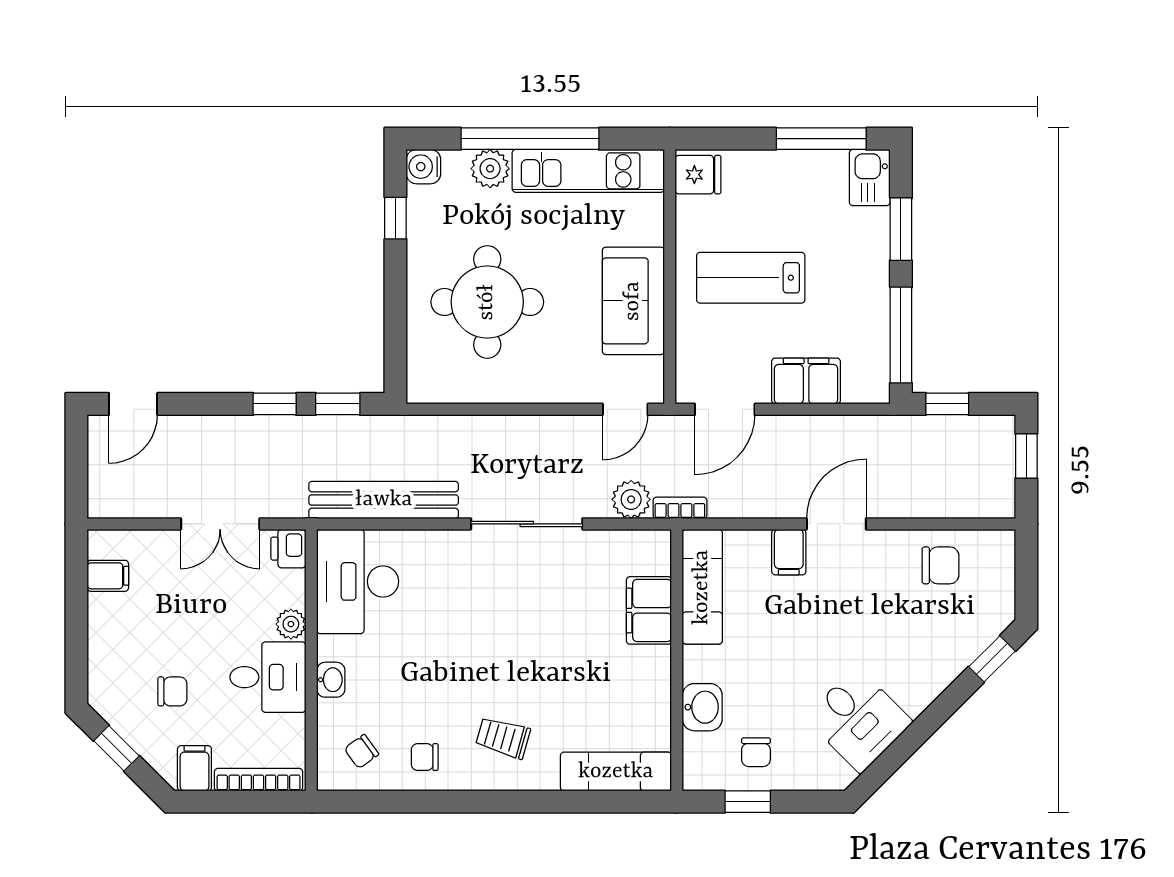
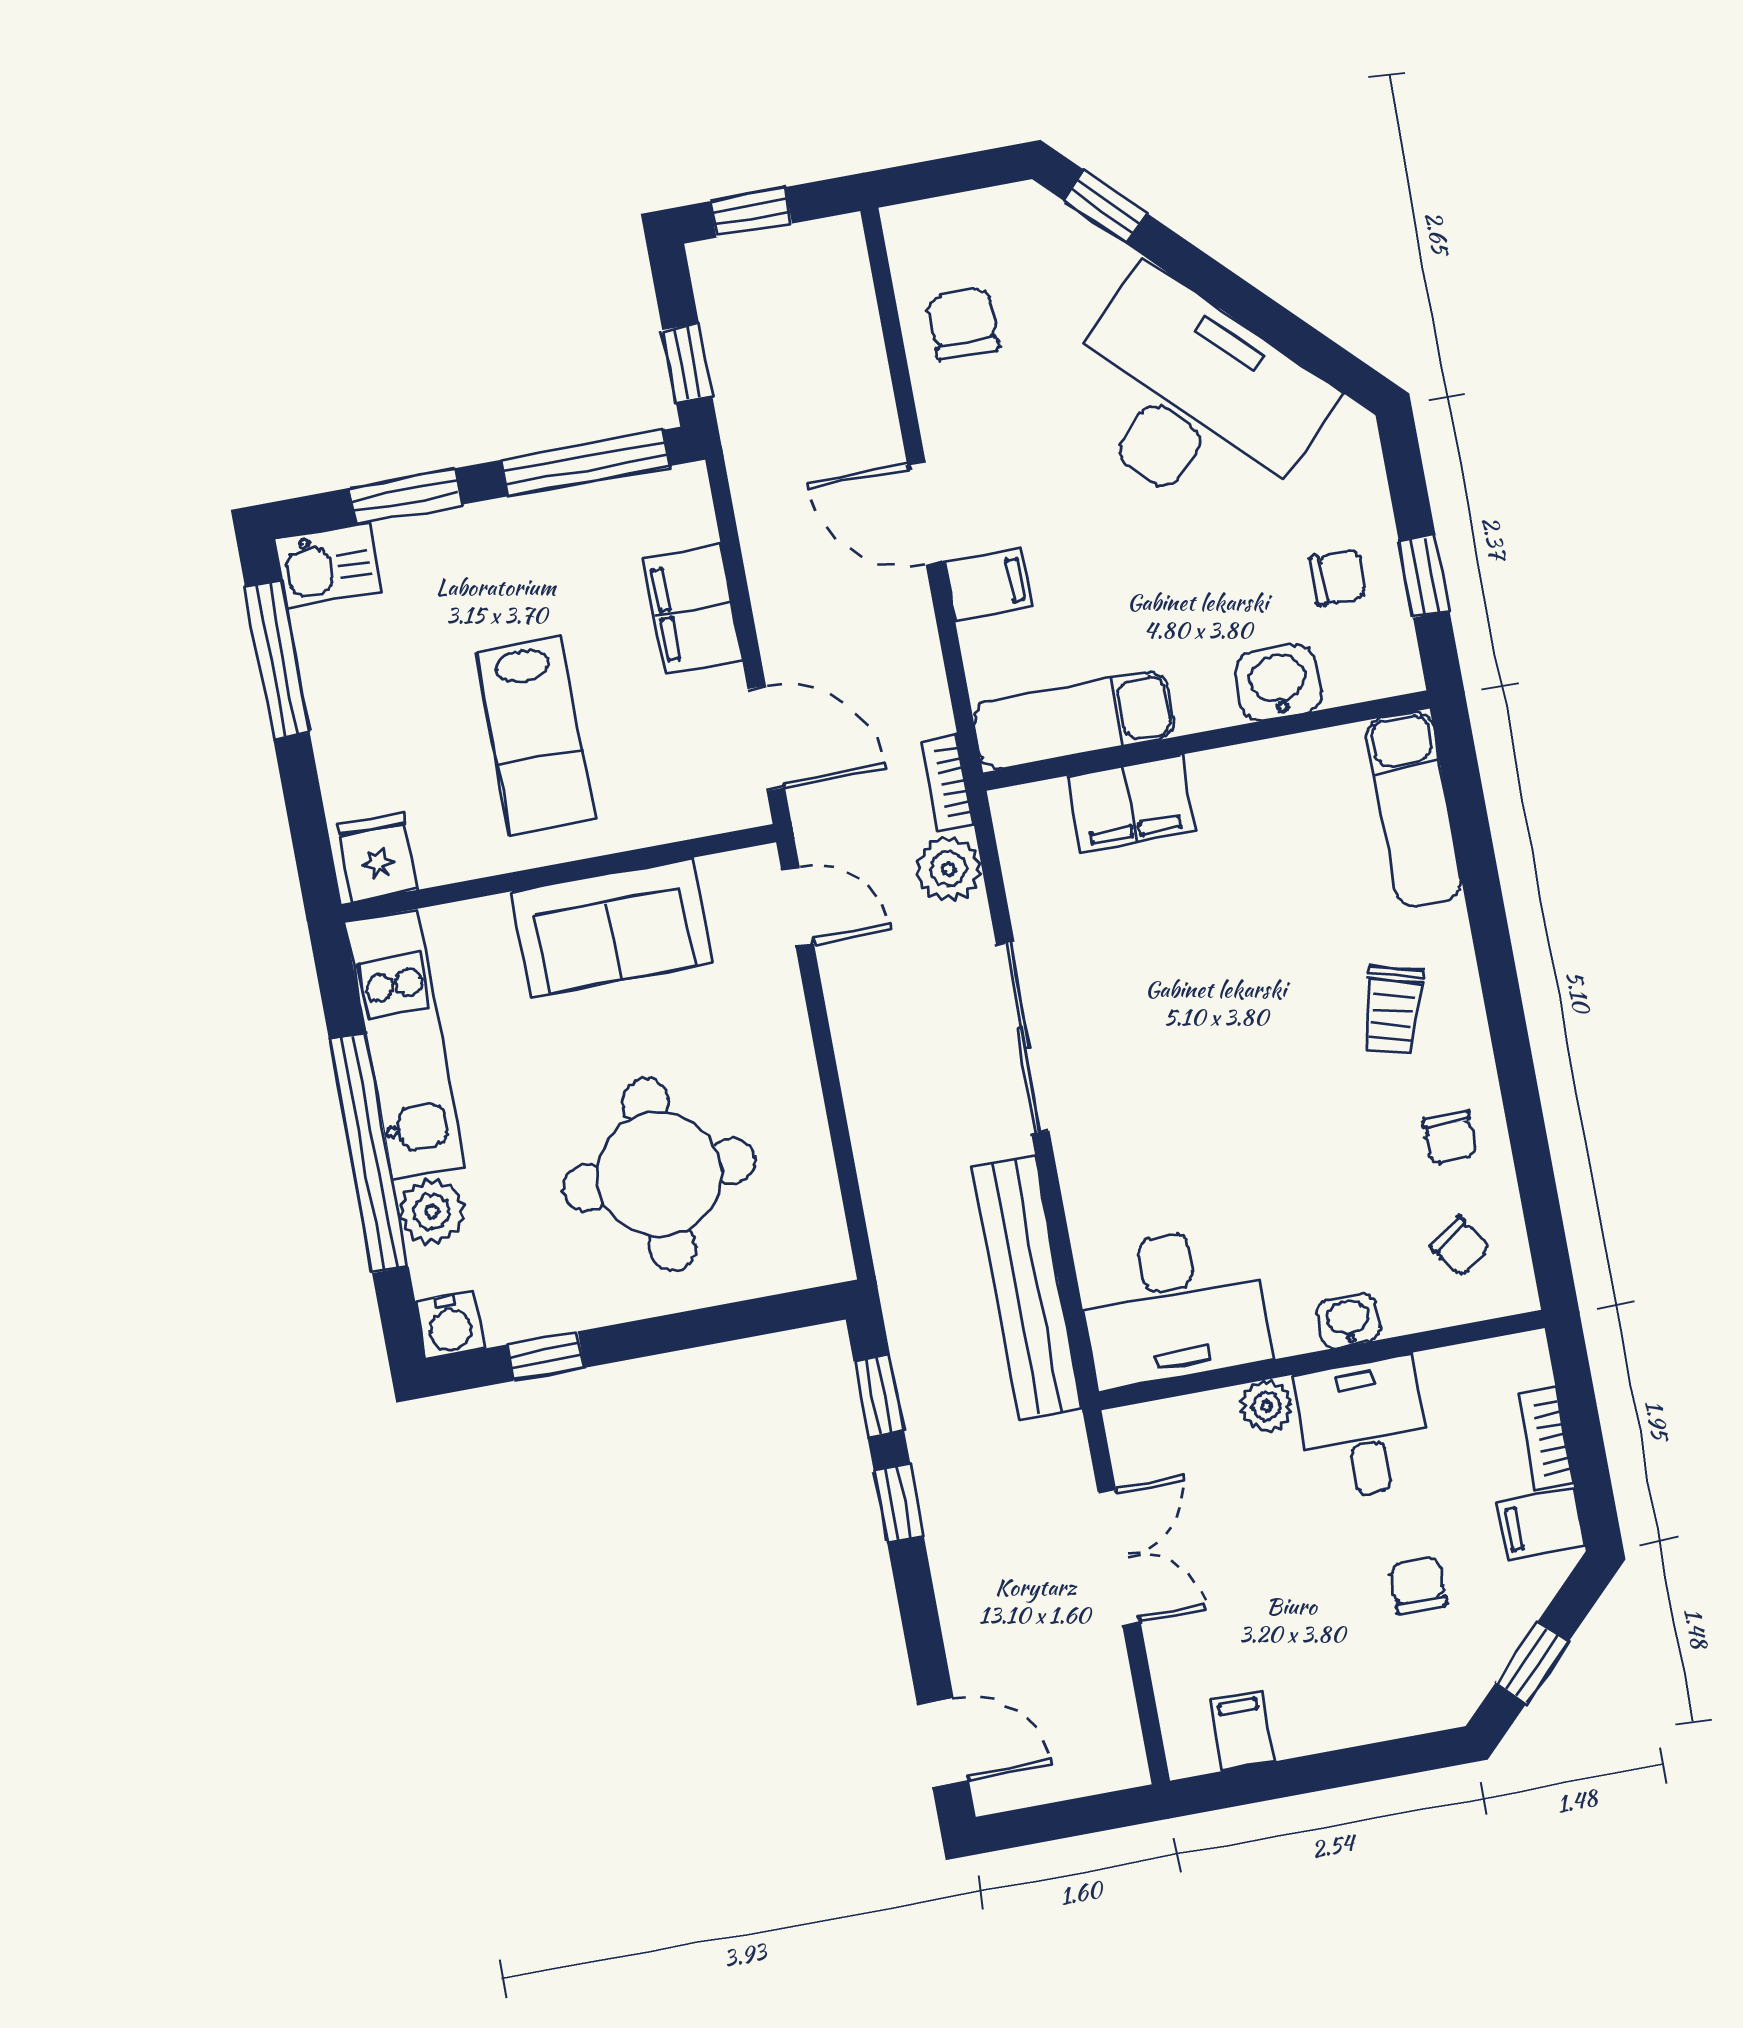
printer: (288, 549) -> (1139, 1434), removed
desk: (858, 720) -> (1192, 399), width x1.87, depth x1.30
bookcase: (258, 780) -> (1545, 1439), width x0.64

